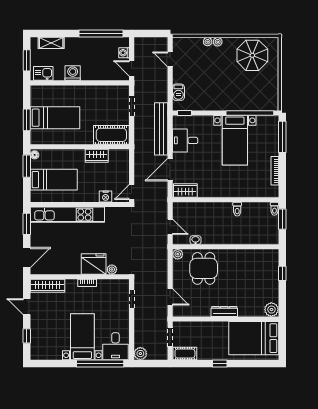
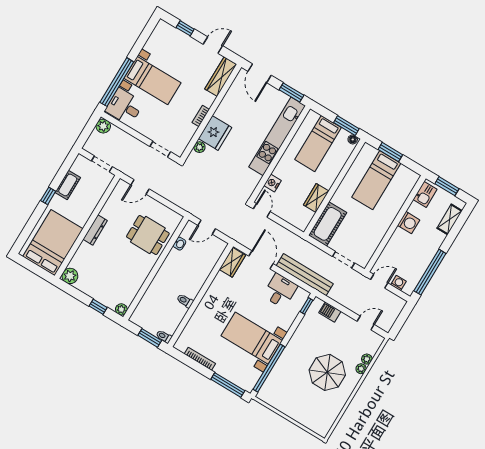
plant: (218, 42) -> (367, 359), moved
parasol: (252, 55) -> (327, 372), moved
plant: (178, 254) -> (121, 309), moved
cot: (185, 354) -> (68, 185), moved

